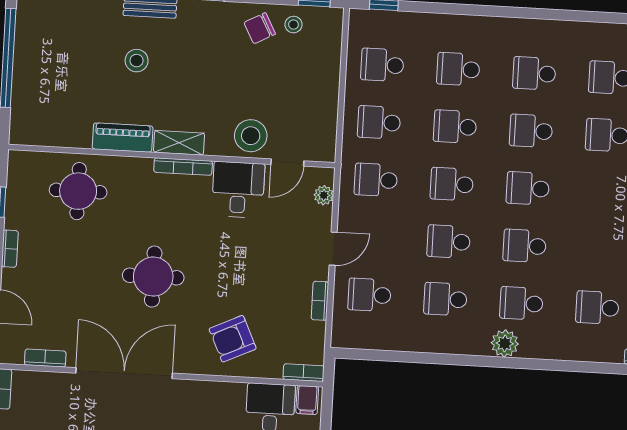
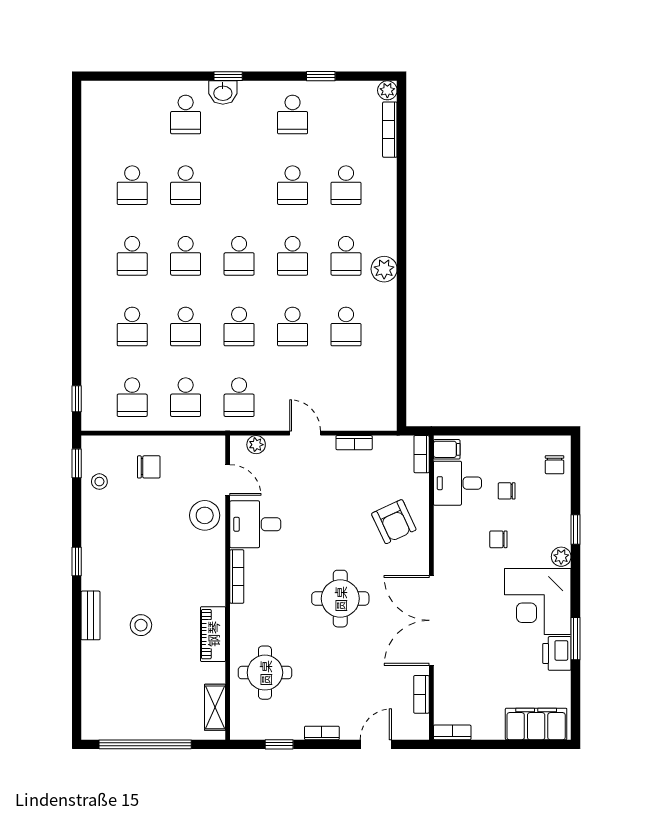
chair: (260, 28) -> (149, 467), moved, turned -62
shelving: (179, 143) -> (215, 707), moved
school desk: (369, 295) -> (293, 185), moved

